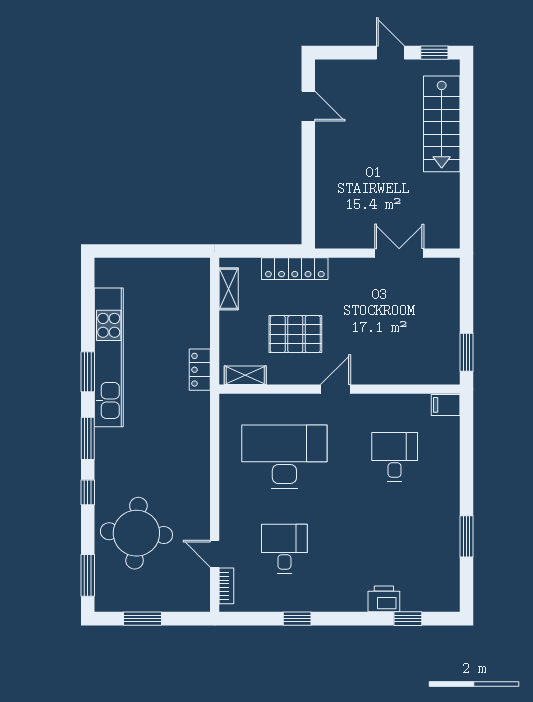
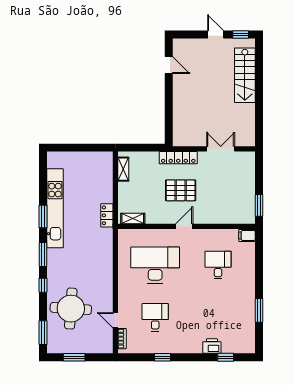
locker: (295, 269) -> (178, 158), moved
pallet: (295, 334) -> (181, 190), moved

